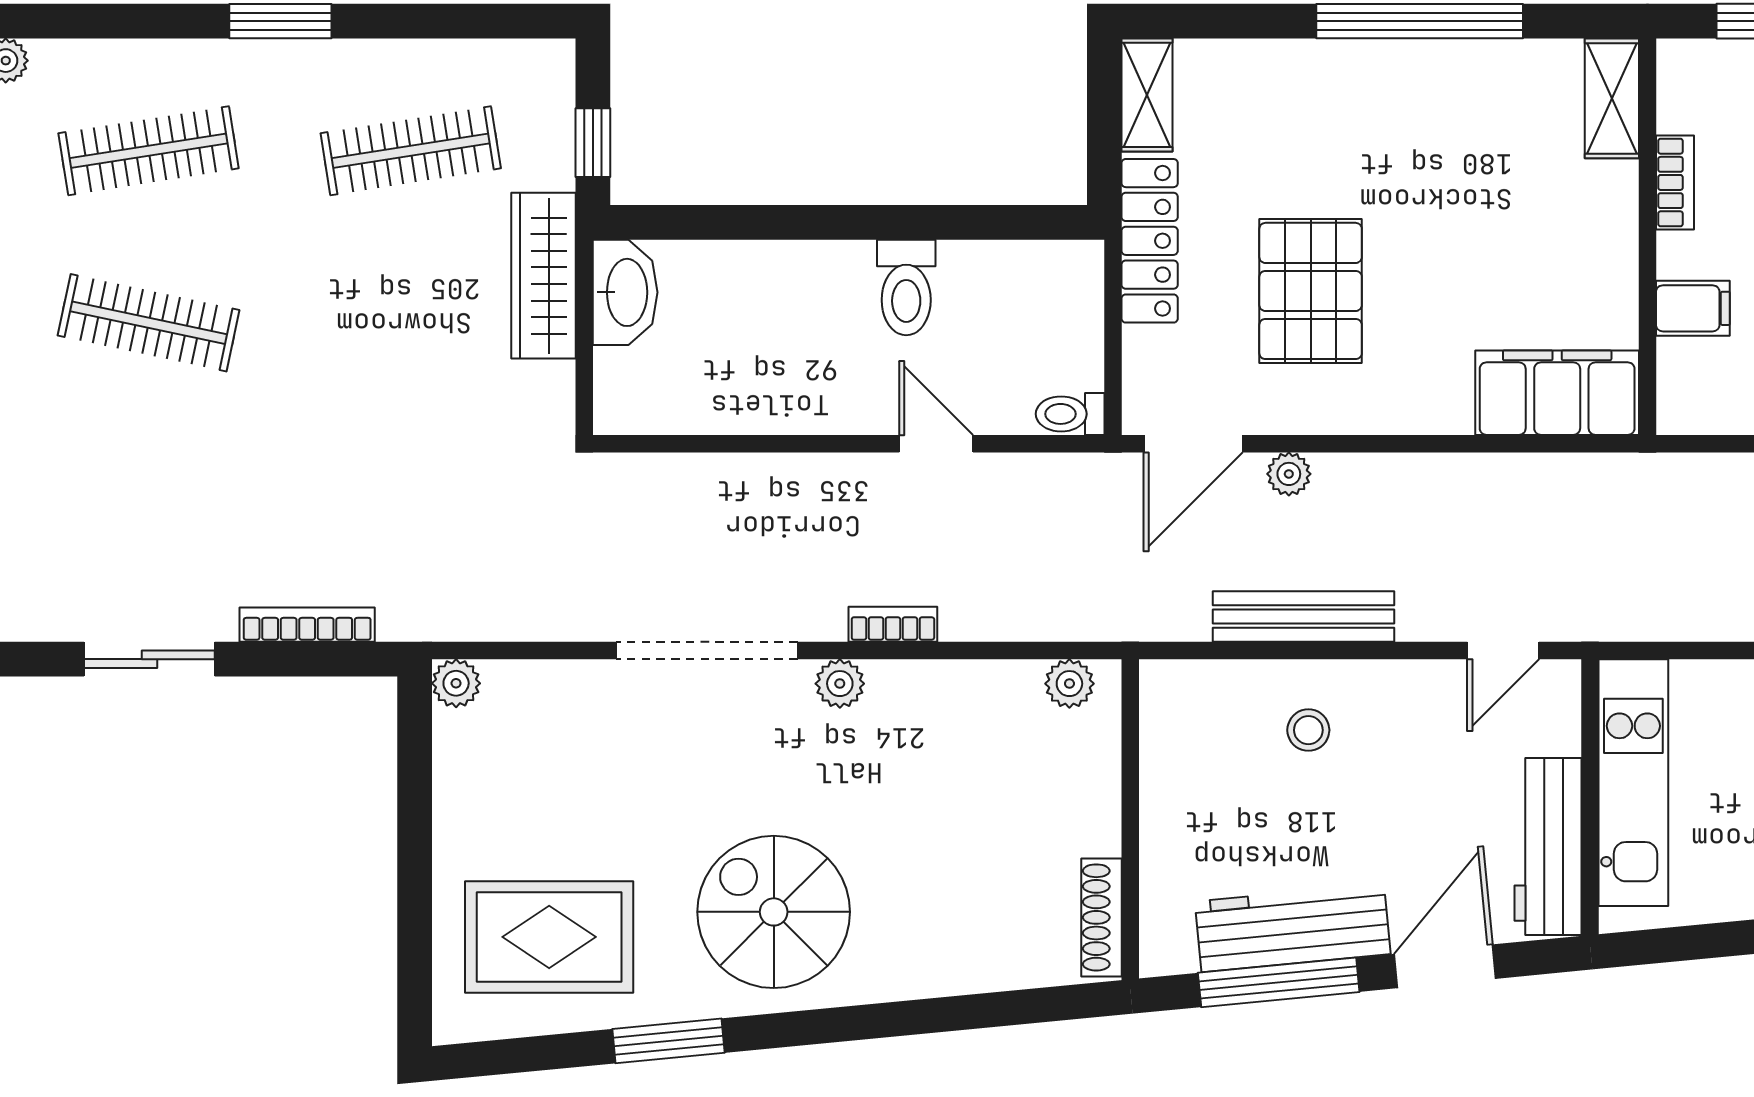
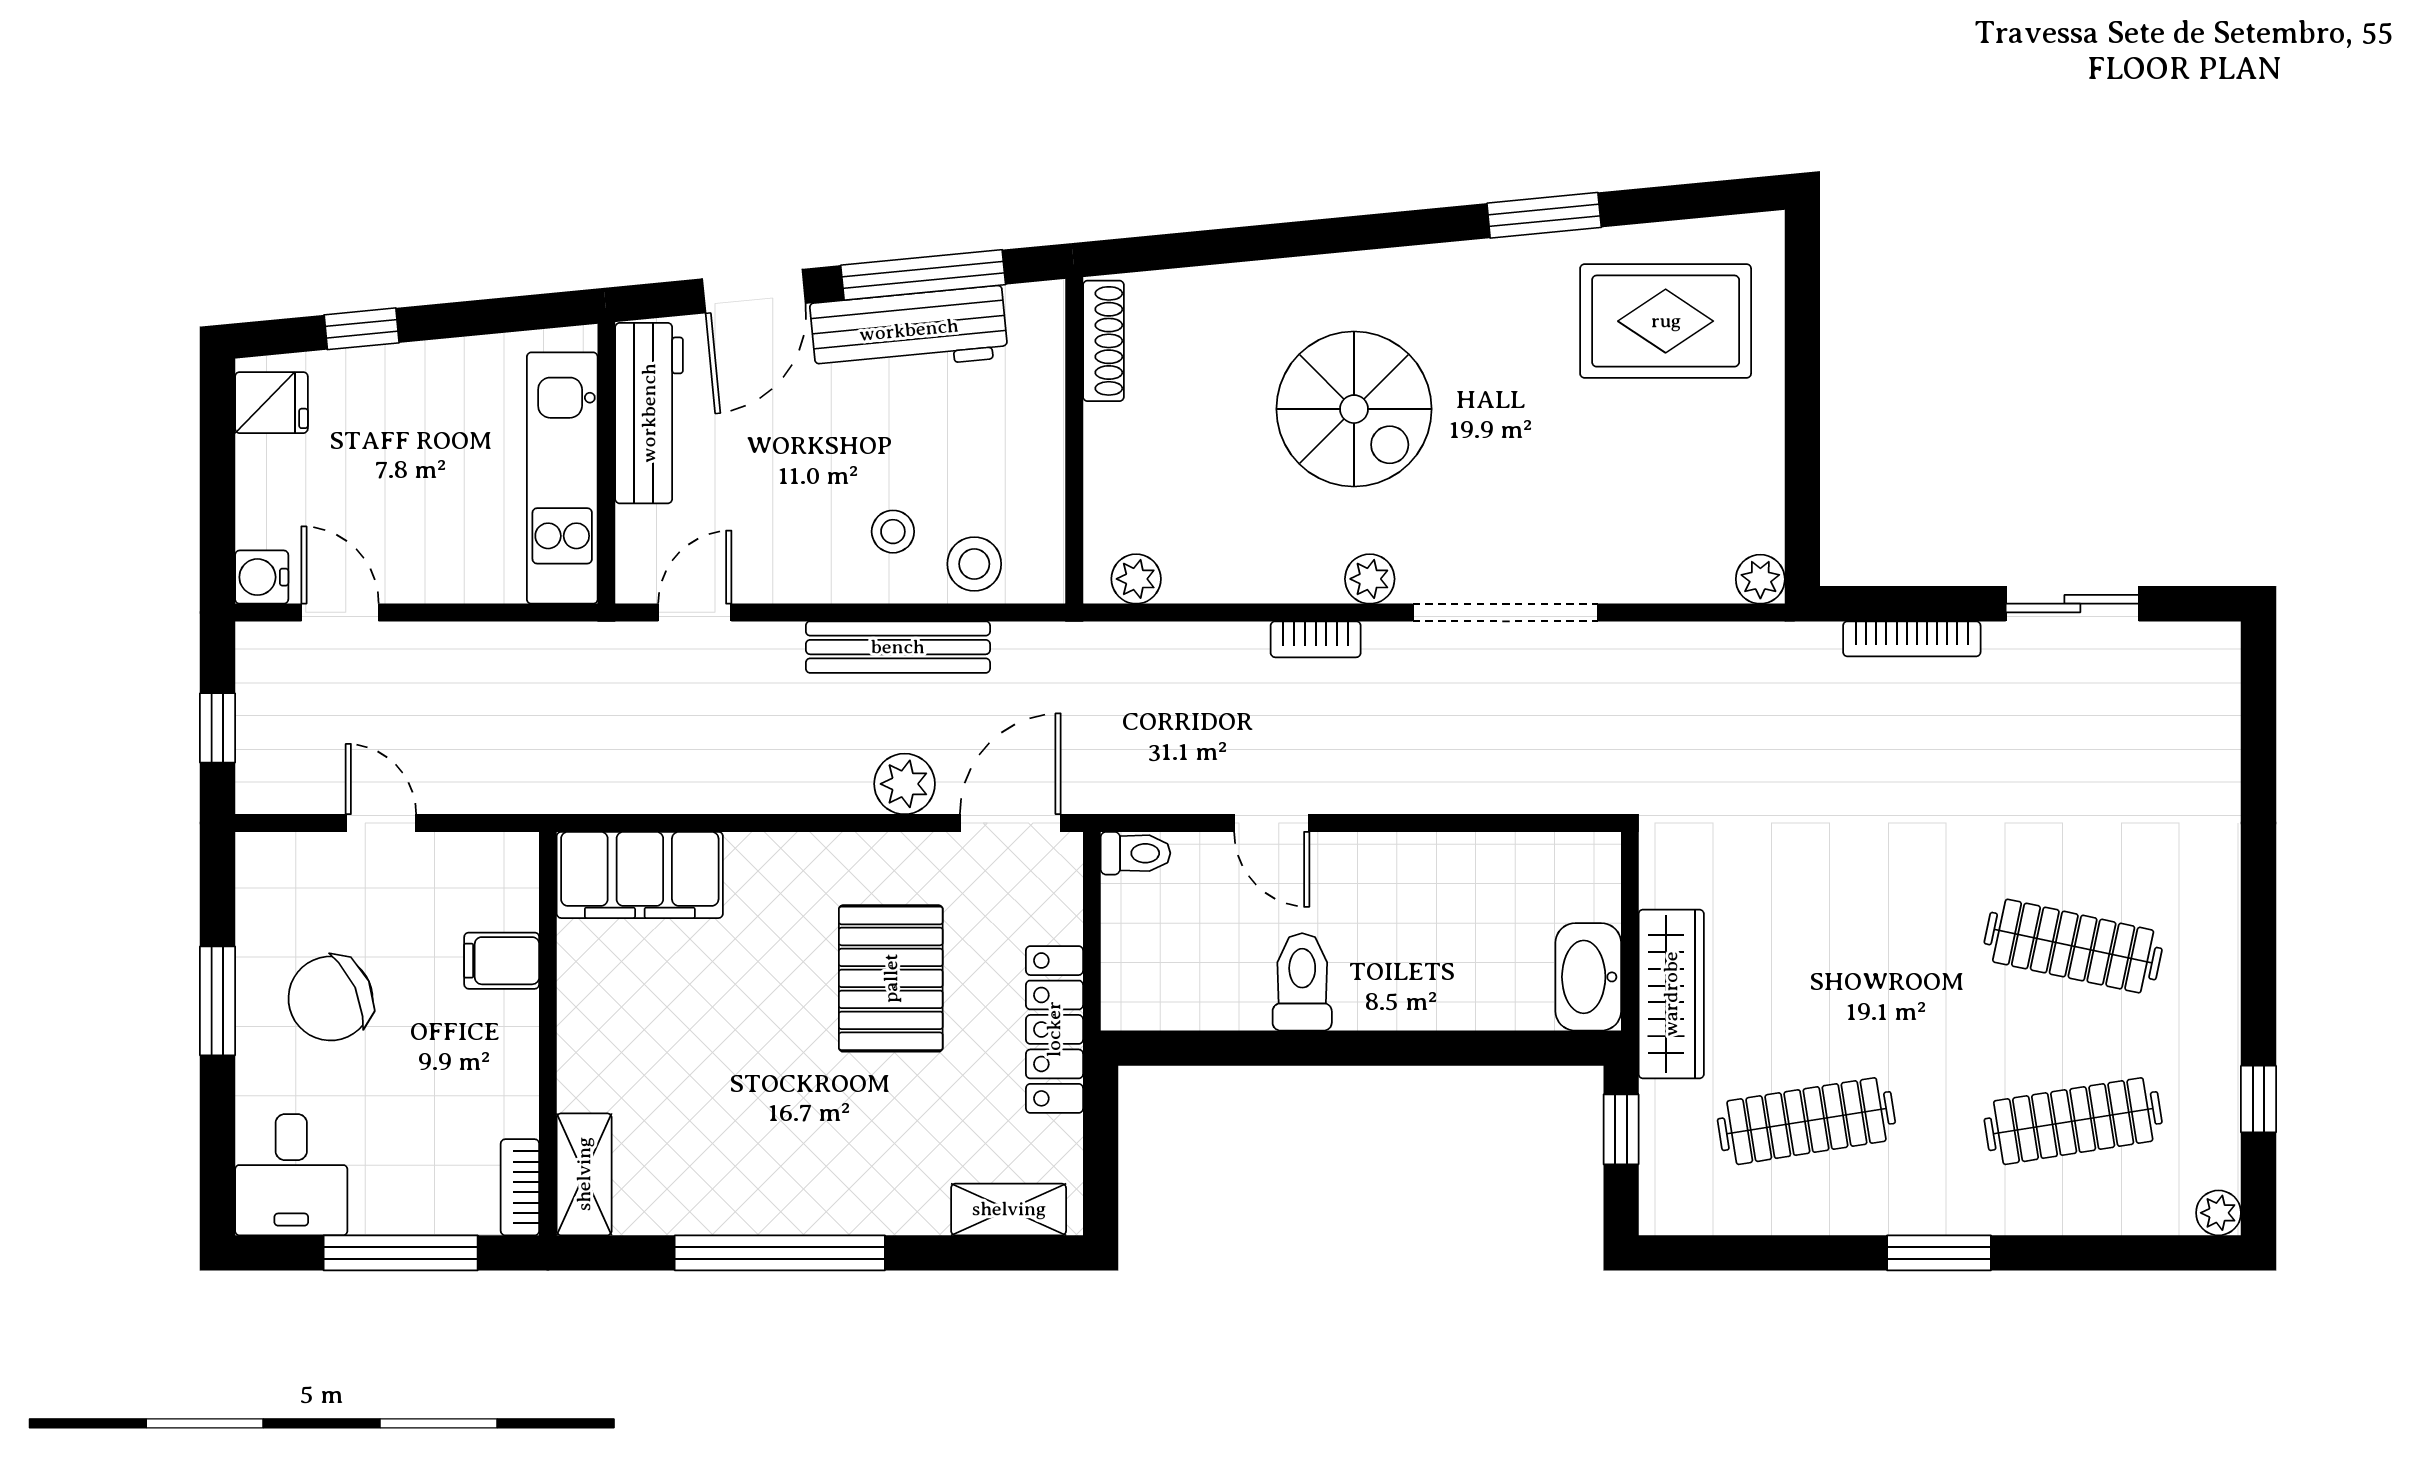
shelving: (1147, 95) -> (1009, 1209), moved, turned 90
bookcase: (1675, 182) -> (520, 1187), moved
plant: (1289, 474) -> (905, 784), width x1.38, depth x1.38
stool: (1228, 698) -> (974, 564), added
spiral stairs: (774, 912) -> (1354, 409), moved

